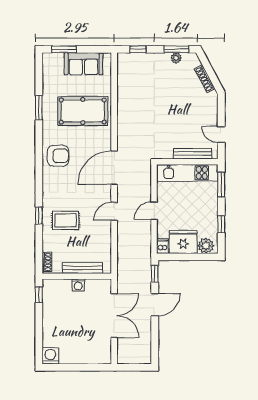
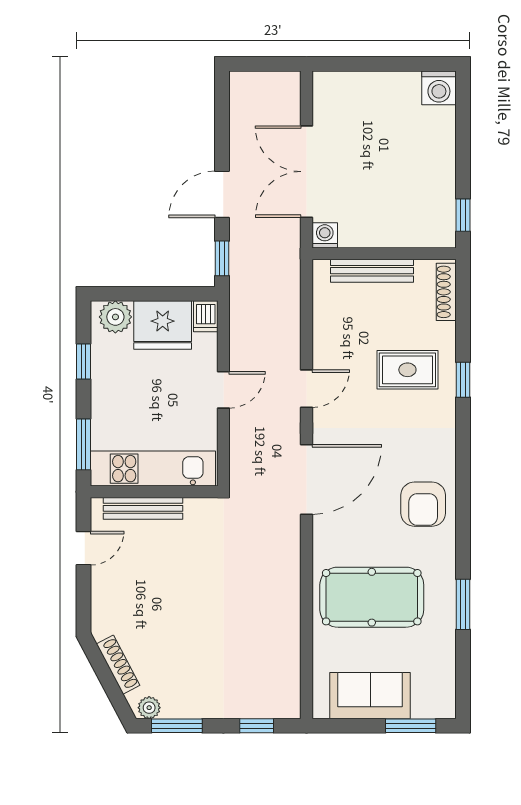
plant: (176, 58) -> (149, 708), moved
door: (221, 135) -> (84, 548), hinge flipped
armchair: (58, 156) -> (423, 504), turned -90
shoe rack: (47, 262) -> (446, 292), width x1.43
washing machine: (78, 285) -> (325, 235), moved

